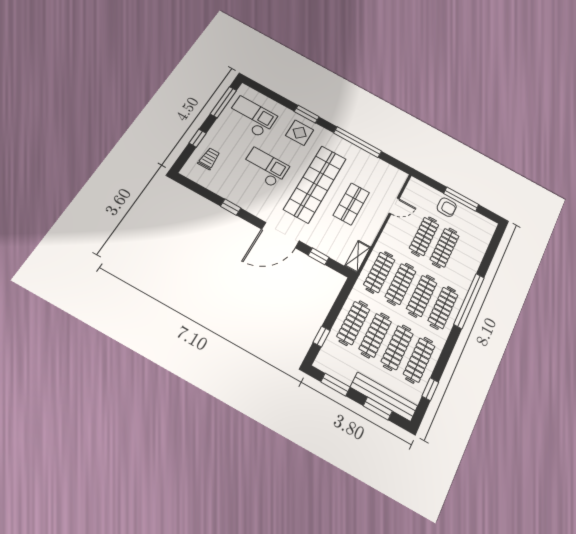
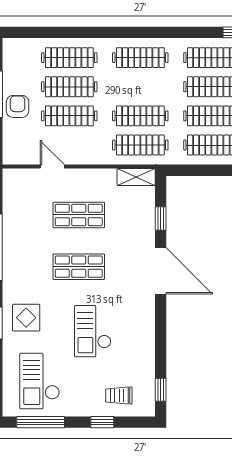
shop shelf: (315, 184) -> (79, 267), width x0.50, depth x0.74
window: (231, 207) -> (161, 390), moved
clothes rail: (422, 296) -> (69, 58), moved
window: (469, 301) -> (116, 32), removed

